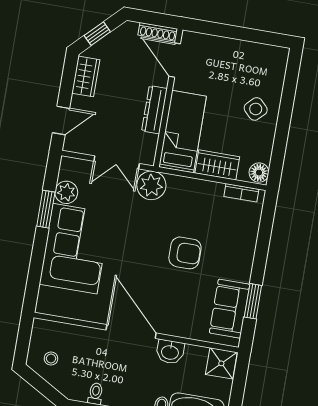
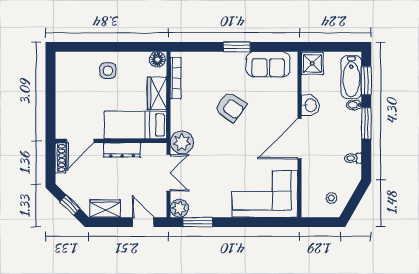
side table: (256, 109) -> (108, 71), turned 45
plant: (66, 192) -> (179, 208), moved
bookcase: (241, 193) -> (176, 78), width x1.56
window: (46, 209) -> (198, 222), moved
corner sofa: (75, 249) -> (265, 194), moved
armchair: (185, 253) -> (230, 107), turned 125
window: (253, 301) -> (237, 47), moved

